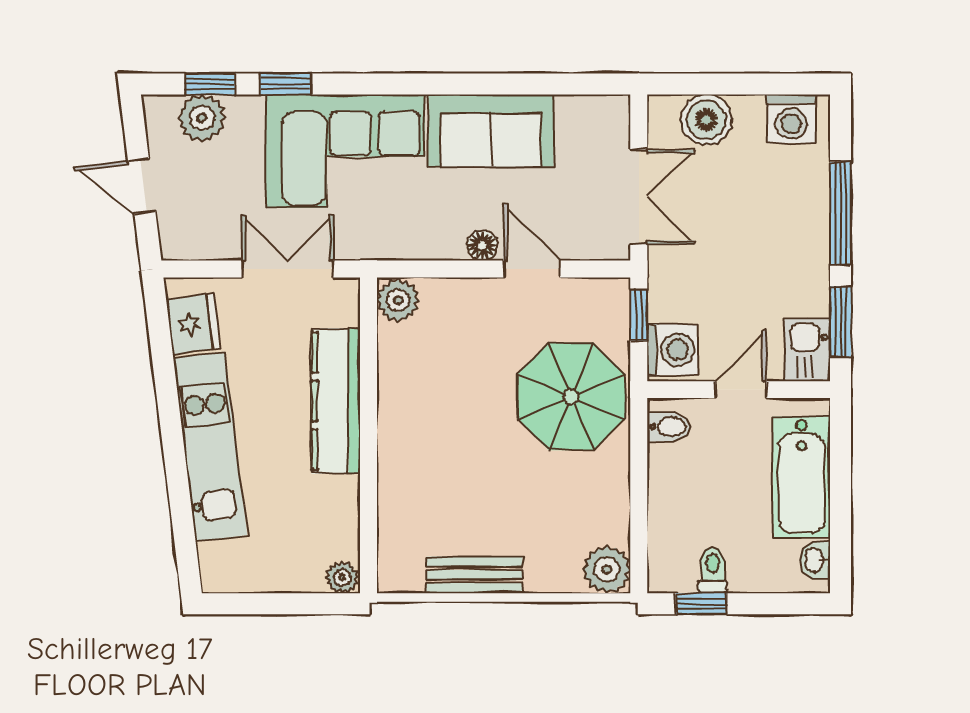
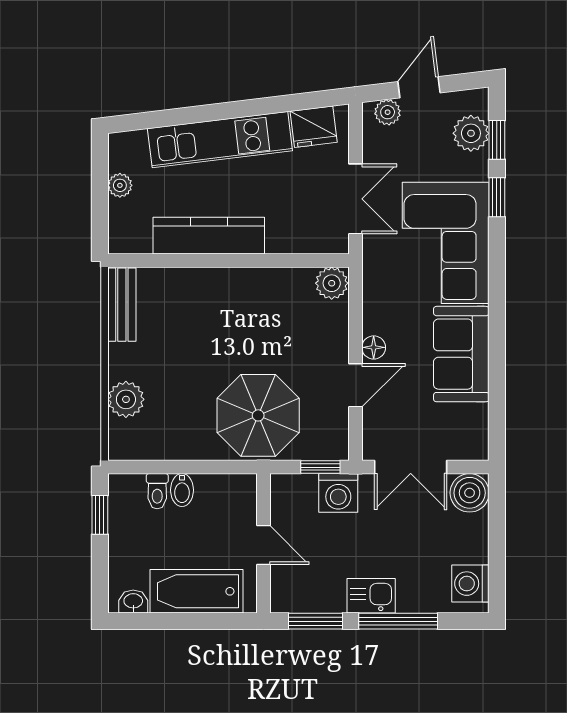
boiler: (706, 120) -> (470, 493), moved
plant: (174, 227) -> (388, 112), added
washing machine: (673, 350) -> (338, 493), moved
kitchen sink: (807, 350) -> (371, 596), moved
kitchen counter: (336, 401) -> (209, 236), moved
bidet: (669, 427) -> (182, 490), moved
plant: (607, 570) -> (126, 399), moved
toilet: (713, 570) -> (157, 491), moved, turned 90
bench: (474, 575) -> (122, 305), moved
plant: (342, 578) -> (120, 185), moved

